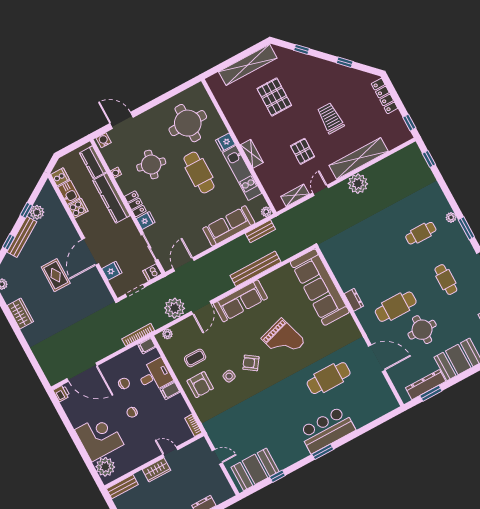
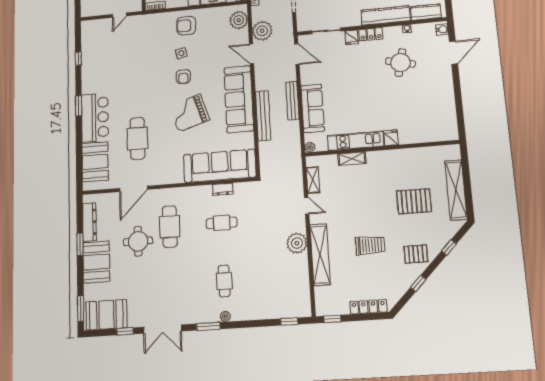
round table: (188, 123) -> (424, 111), removed
pallet: (303, 151) -> (416, 254), moved
shelving: (252, 154) -> (352, 159), moved
cafe table: (199, 173) -> (374, 102), removed
bench: (260, 231) -> (292, 101), moved, width x1.36
dishwasher: (152, 272) -> (303, 24), removed
cafe table: (446, 280) -> (222, 223), moved
dresser: (354, 300) -> (223, 189), moved
sofa: (240, 301) -> (239, 99), width x1.36, depth x1.27
plant: (167, 334) -> (239, 20), width x1.88, depth x1.88
coffee table: (195, 358) -> (211, 31), removed
armchair: (251, 363) -> (183, 77), turned 145
window: (431, 393) -> (80, 244), moved
booth: (255, 469) -> (95, 162), moved

